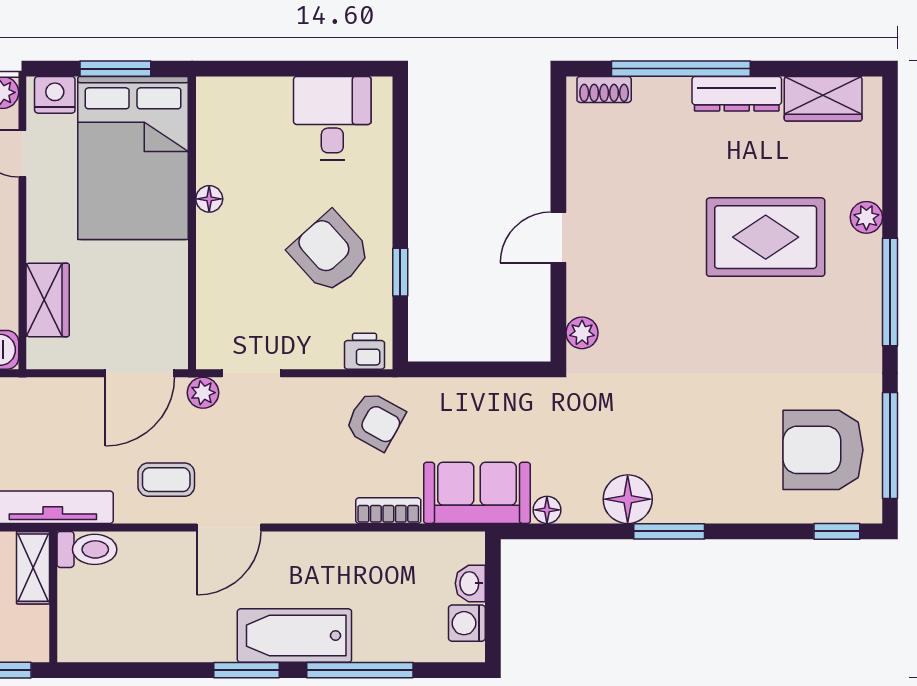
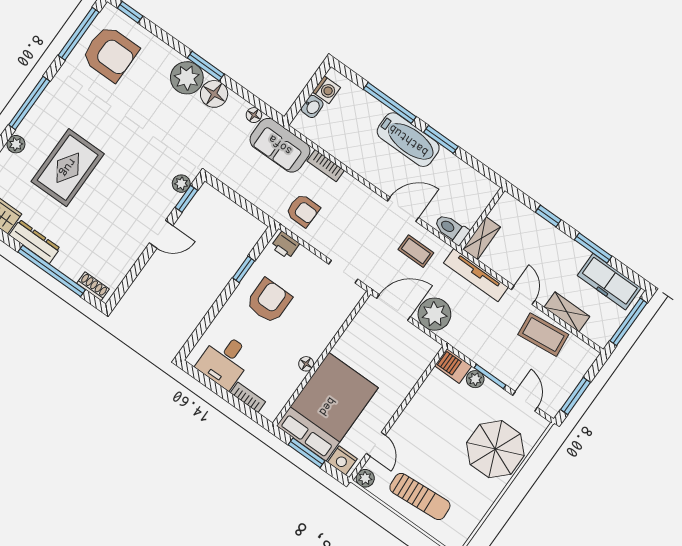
bookcase: (260, 89) -> (248, 397), added
rug: (766, 237) -> (68, 168), turned 90
armchair: (330, 252) -> (269, 301), turned -138
wardrobe: (48, 300) -> (412, 370), removed
window: (558, 316) -> (186, 199), added
plant: (203, 393) -> (434, 314), moved, width x1.87, depth x1.87
armchair: (375, 421) -> (303, 210), turned 152
plant: (685, 494) -> (187, 78), added
toilet: (87, 549) -> (451, 229), moved
shelving: (33, 568) -> (482, 238), moved
wall: (53, 597) -> (482, 218), moved

